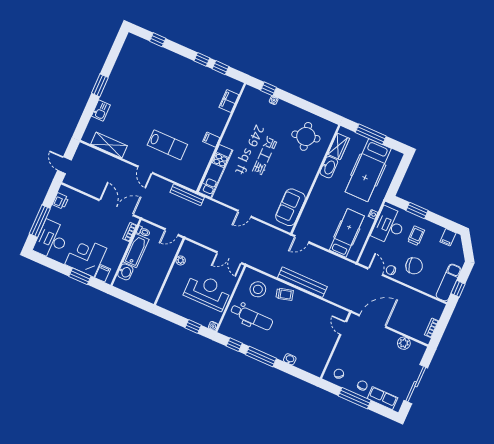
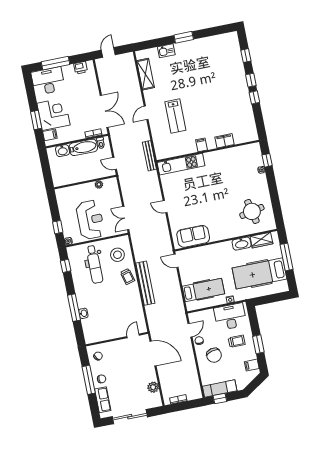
window: (220, 68) -> (251, 80), moved
filing cabinet: (229, 101) -> (224, 141), moved
window: (417, 210) -> (258, 344), moved
window: (261, 357) -> (74, 308), moved

